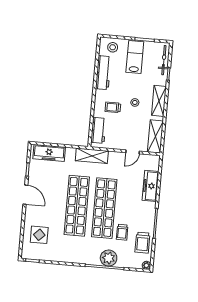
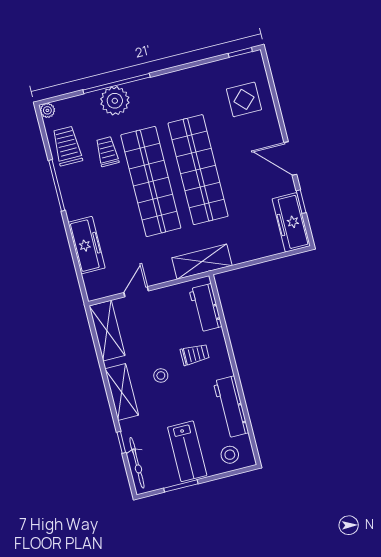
freezer: (49, 153) -> (291, 222), moved, turned -90

